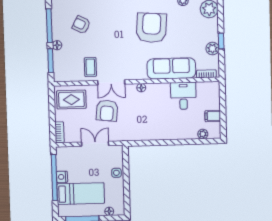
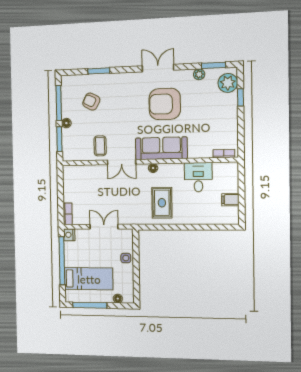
armchair: (151, 28) -> (165, 104), turned -94
window: (221, 41) -> (240, 97), moved
plant: (212, 49) -> (231, 126), removed
sofa: (171, 68) -> (161, 148), moved
rug: (71, 100) -> (162, 203), moved, turned 90
armchair: (107, 111) -> (117, 192), removed
plant: (203, 134) -> (219, 219), removed
nightstand: (62, 177) -> (69, 235), moved

